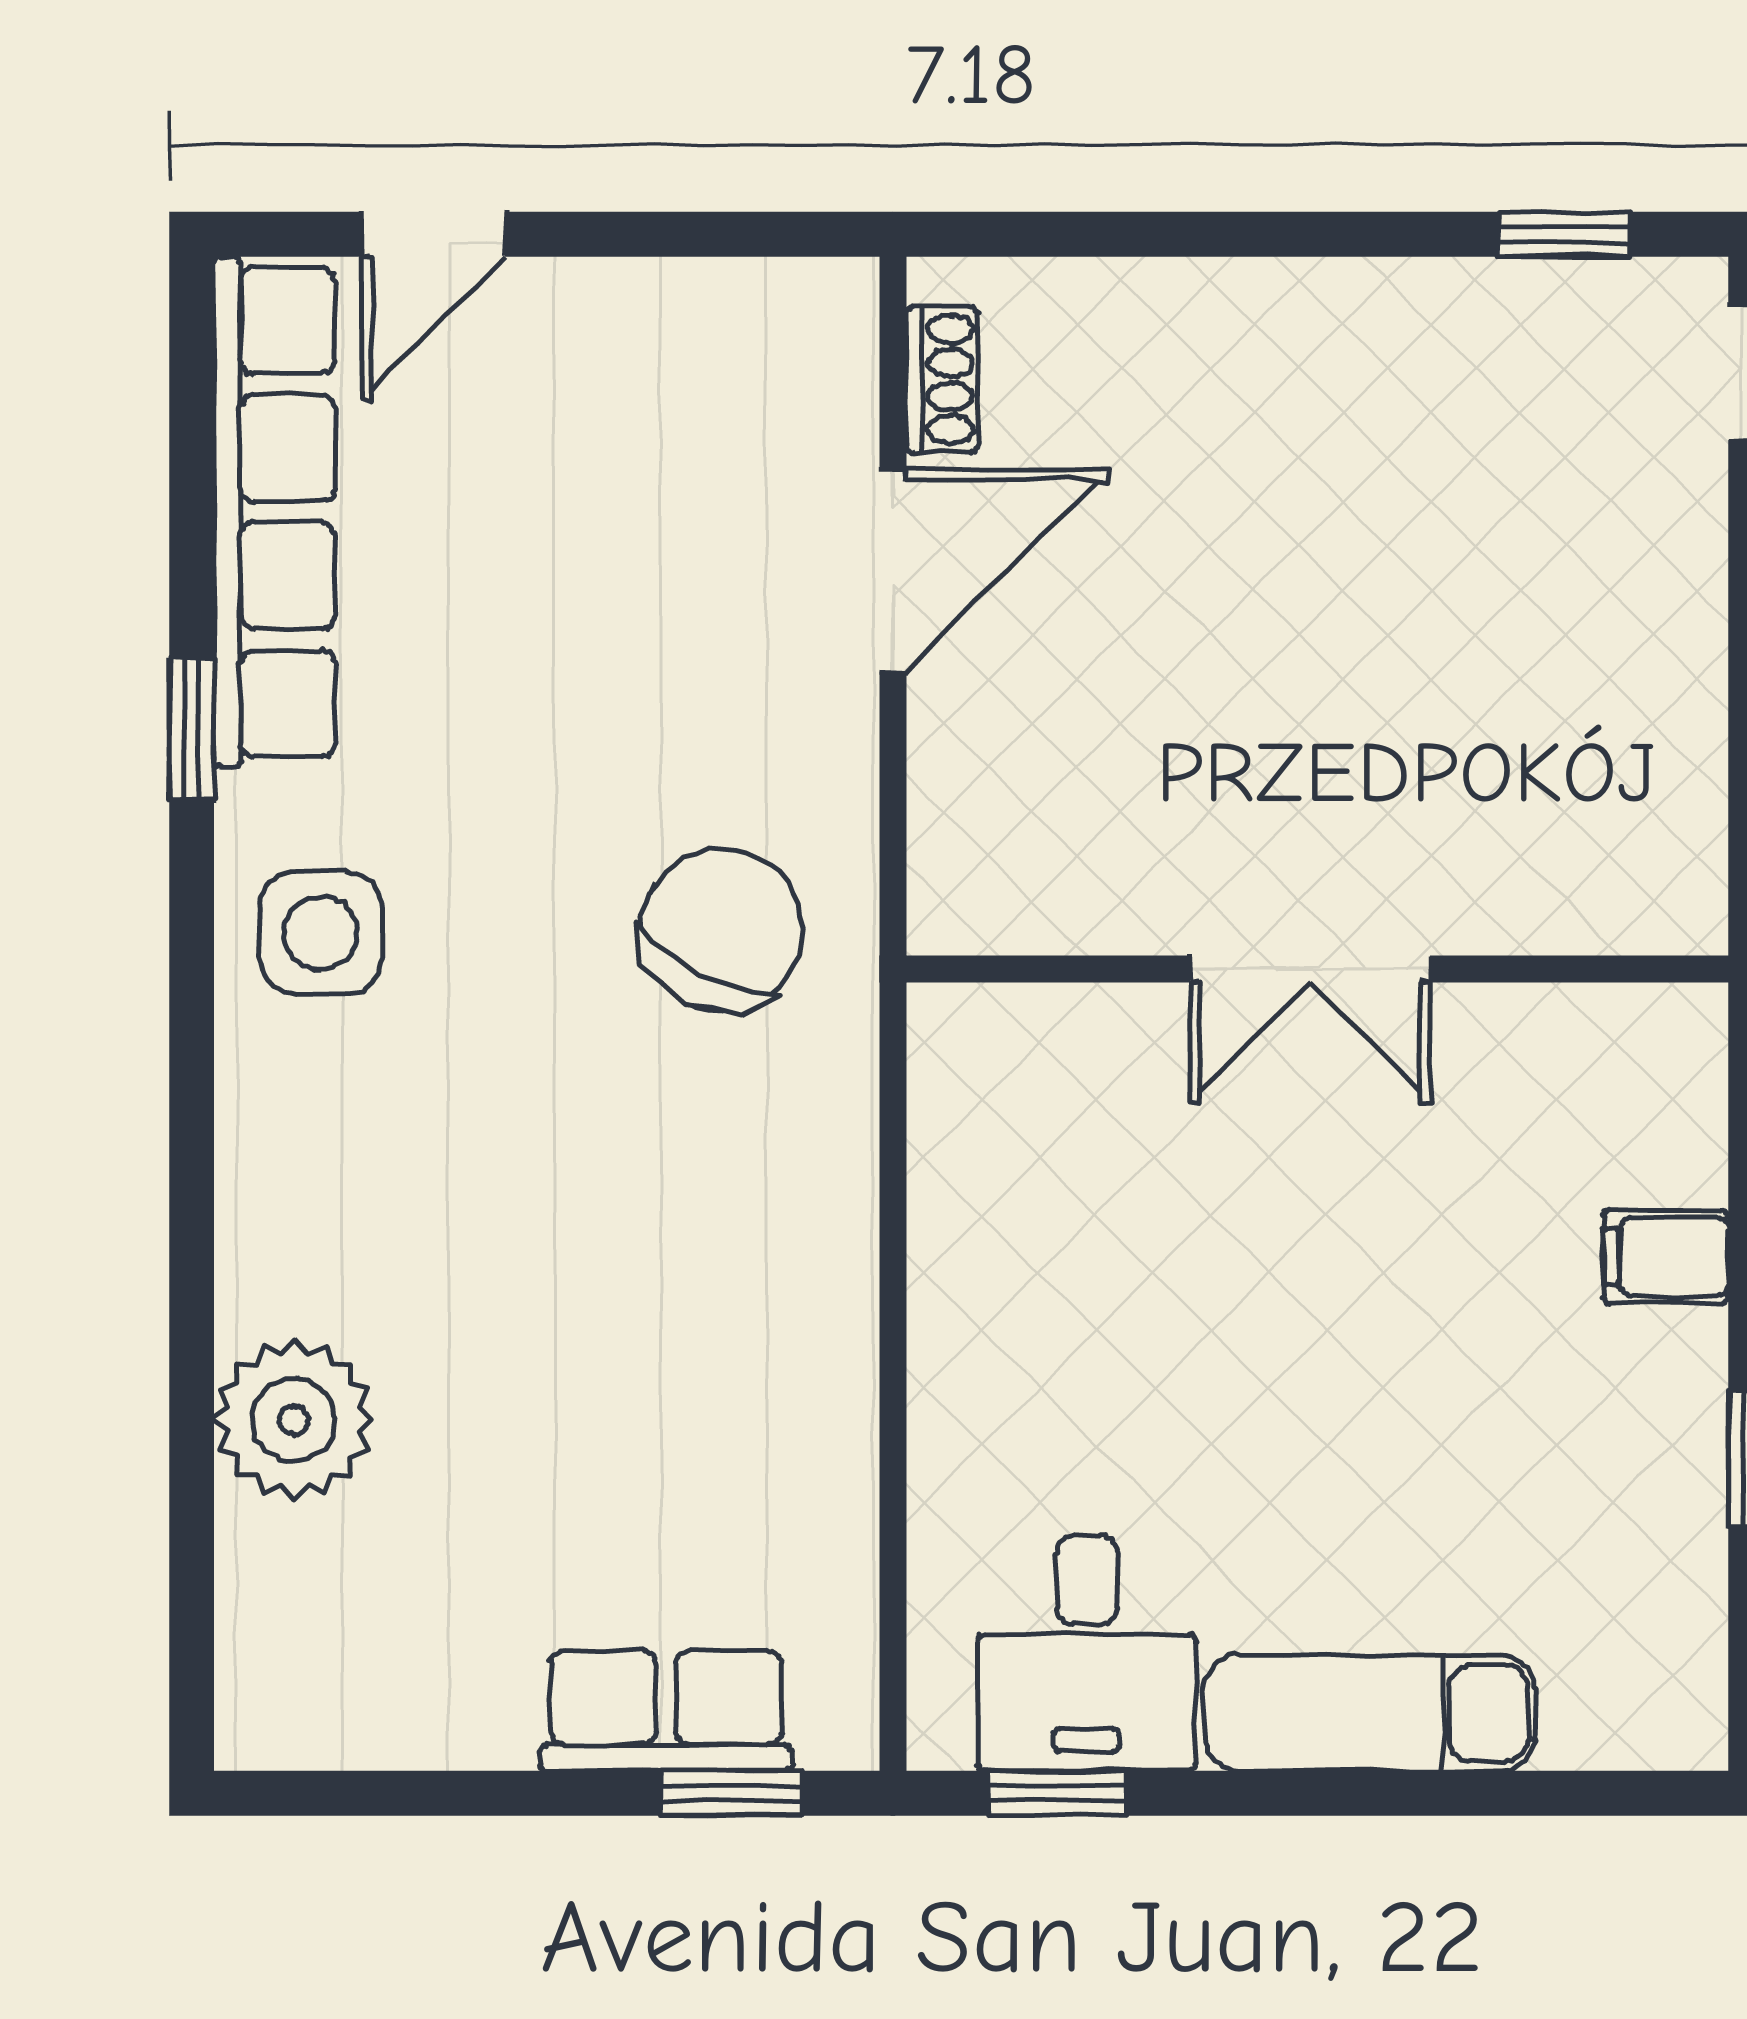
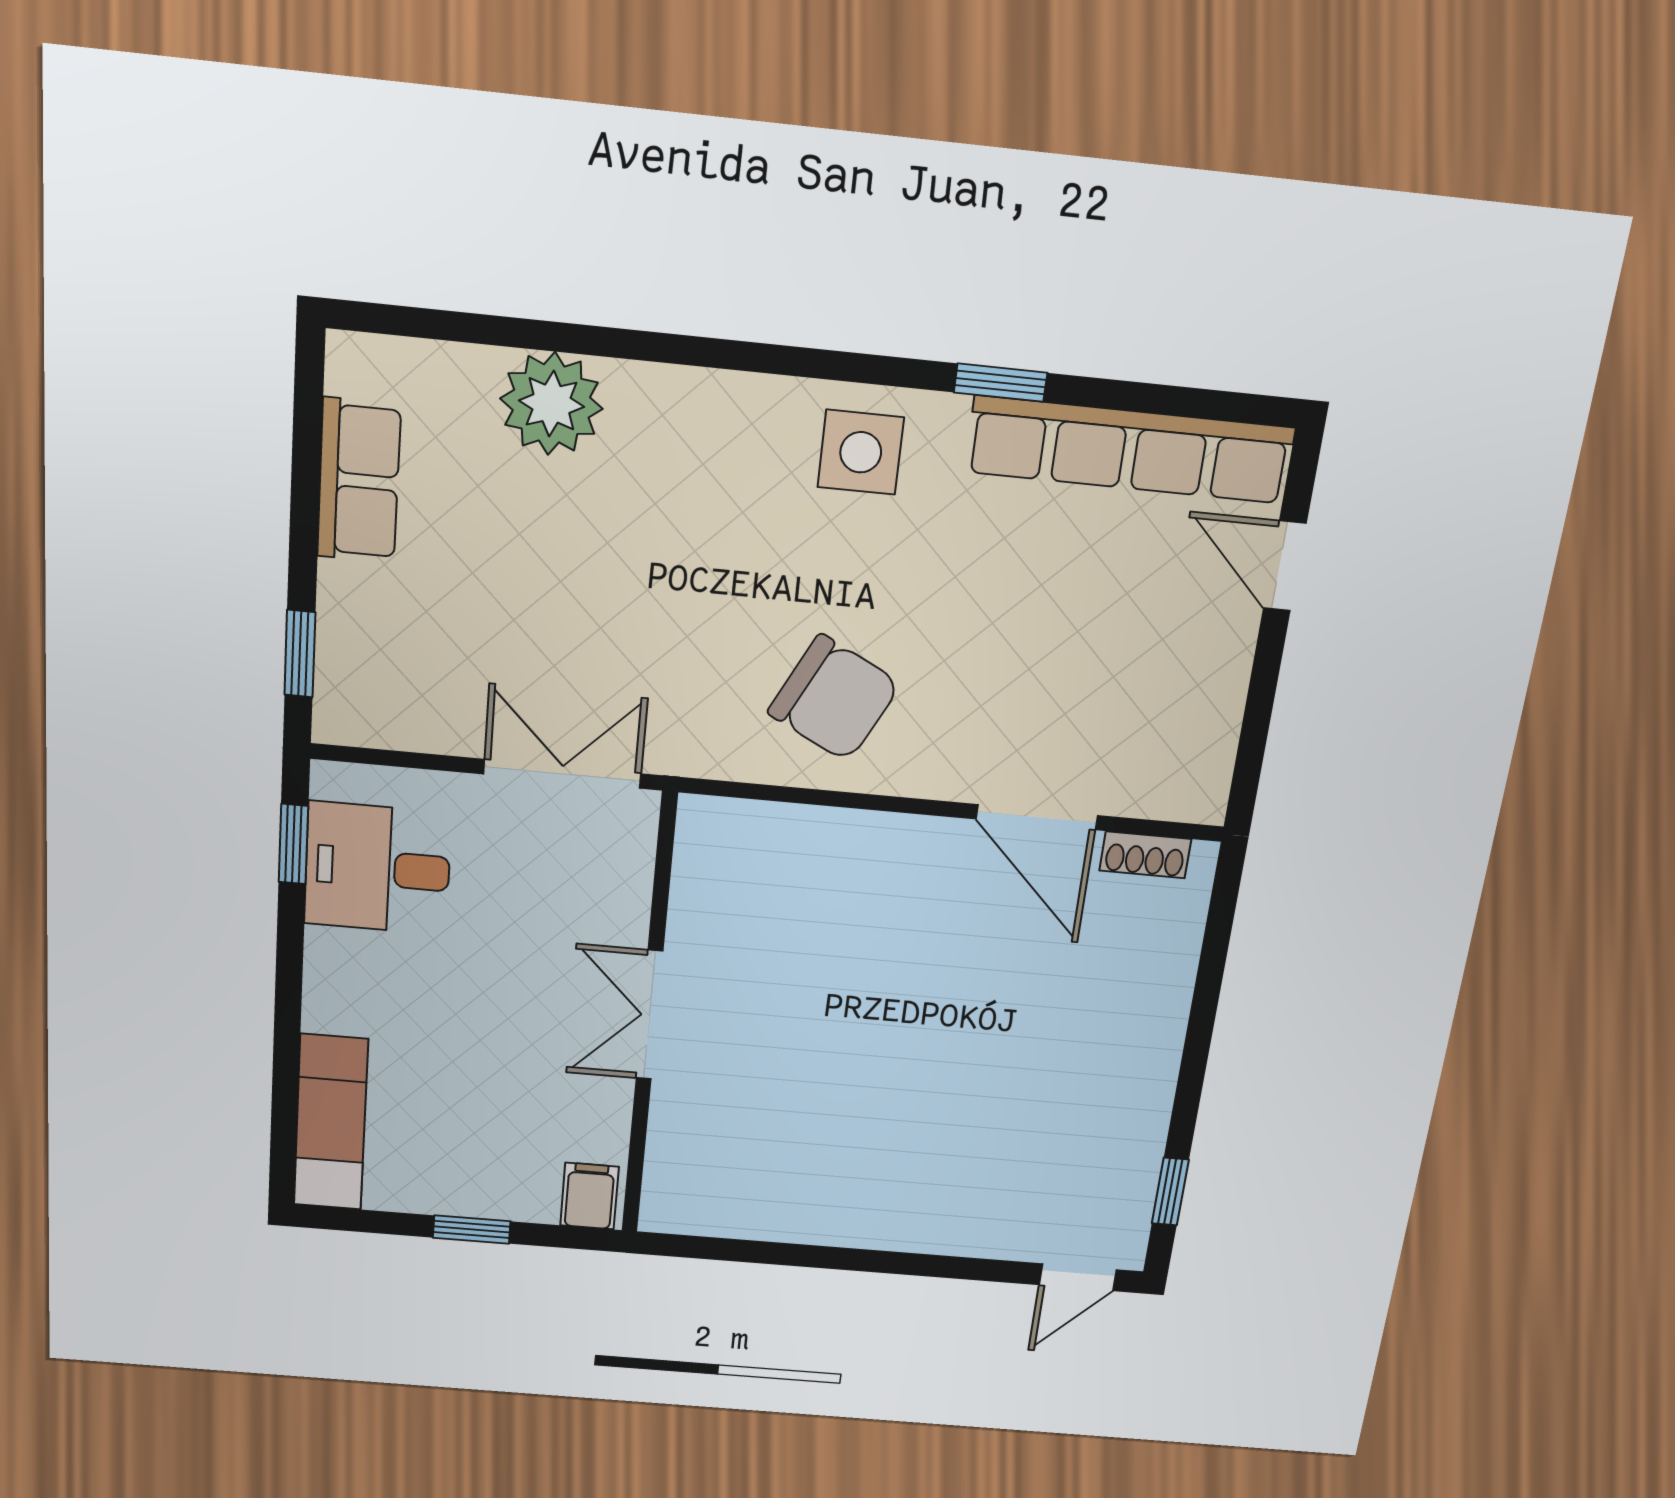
double door: (1310, 969) -> (649, 1015), moved
wall: (1317, 969) -> (649, 1019), moved
double door: (893, 1360) -> (562, 774), added
row of seats: (666, 1711) -> (359, 481), moved
exam couch: (1370, 1713) -> (331, 1123), moved

